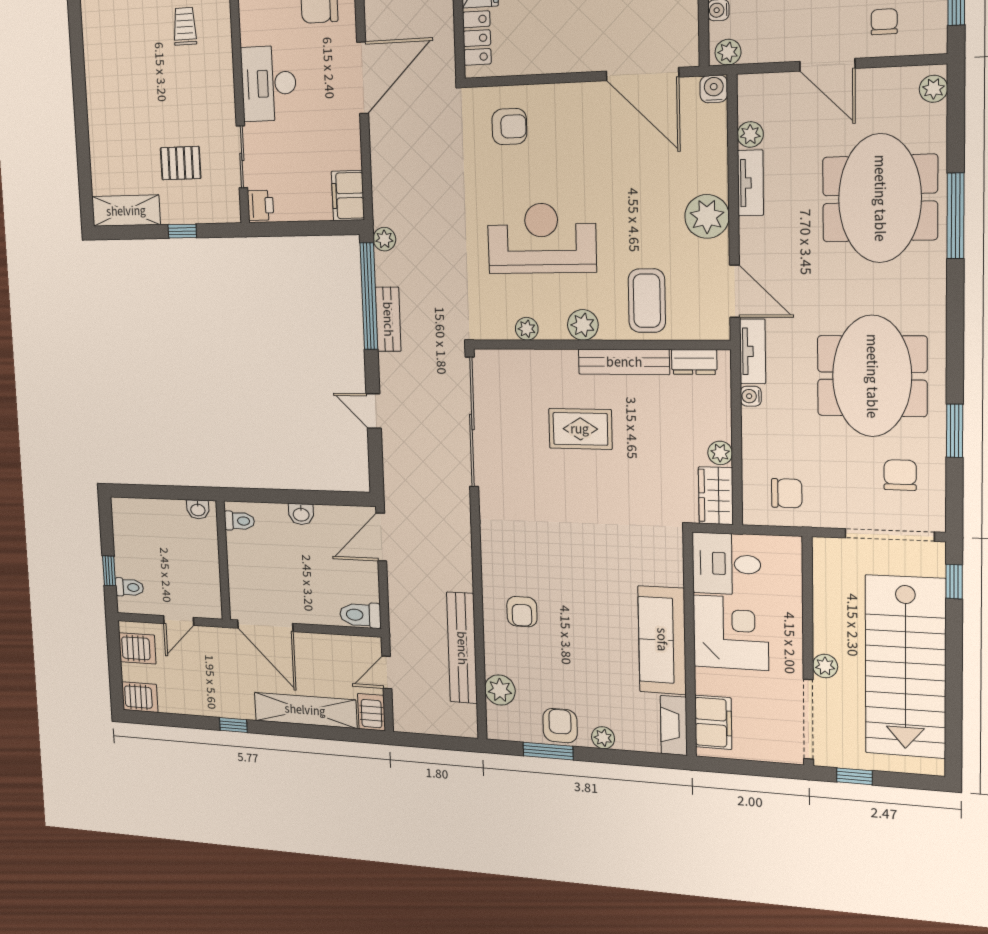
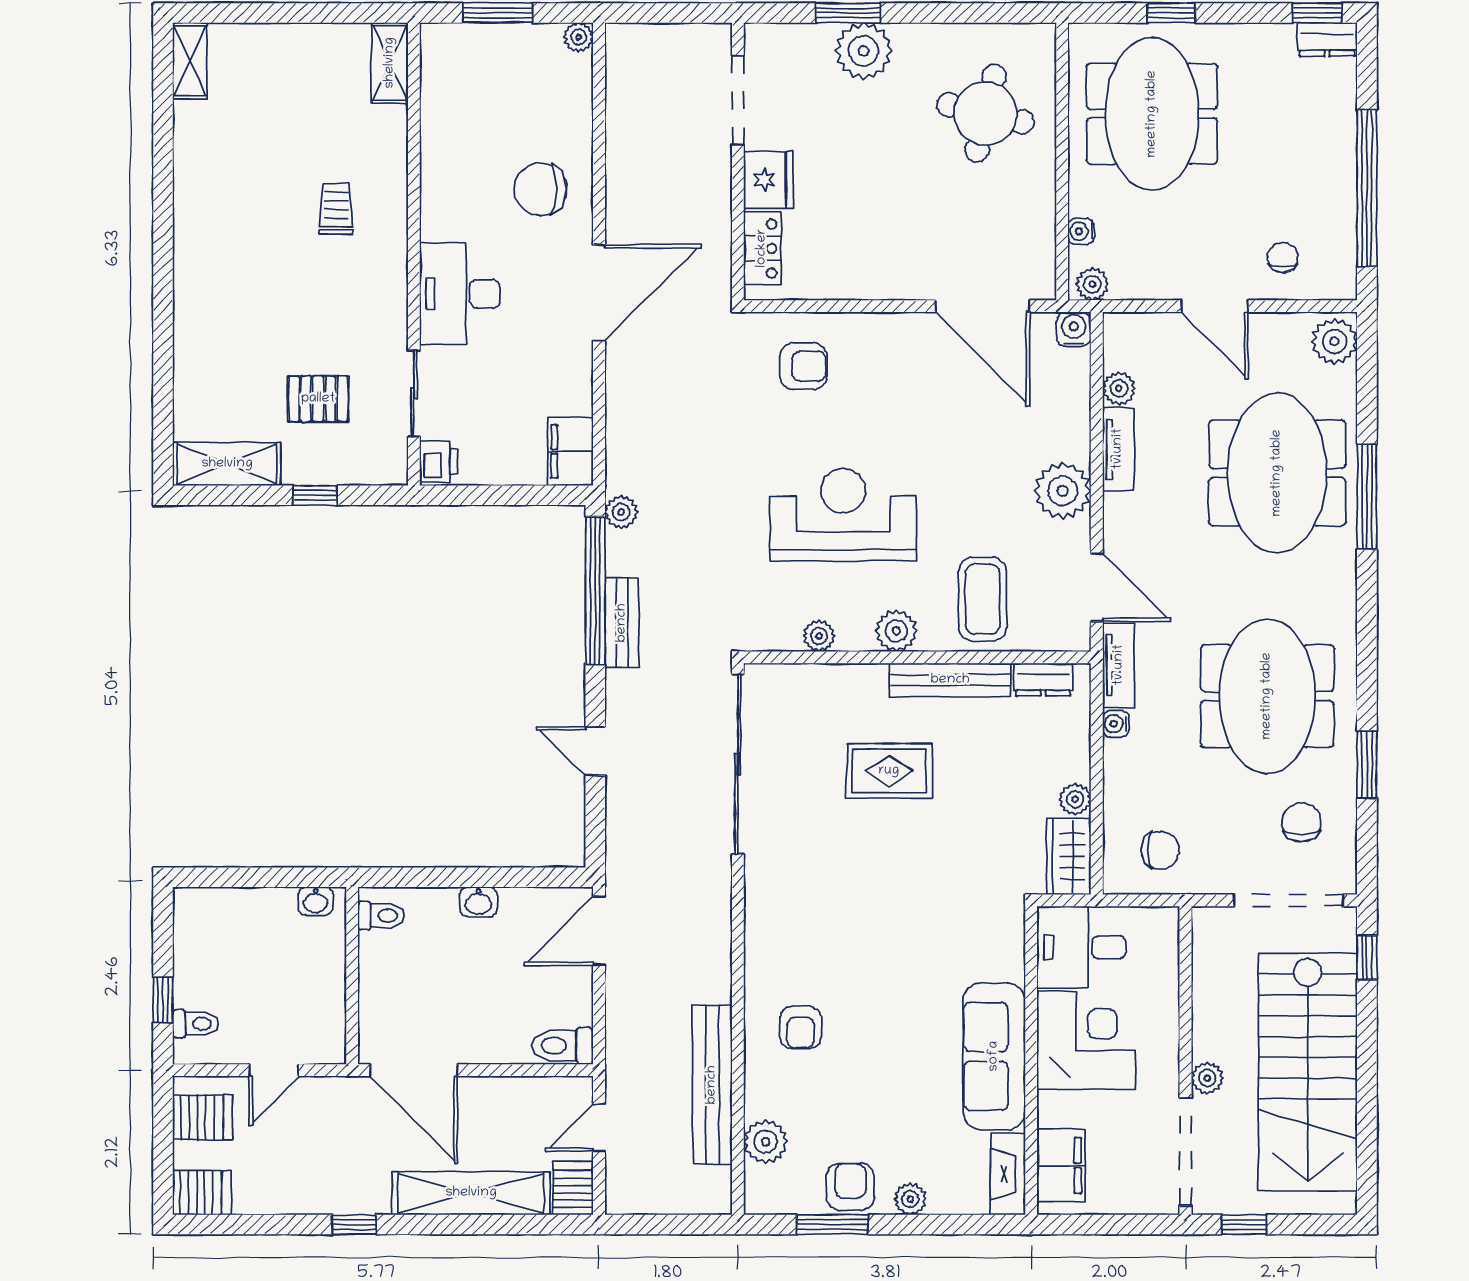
plant: (933, 89) -> (1335, 341), width x1.38, depth x1.38

